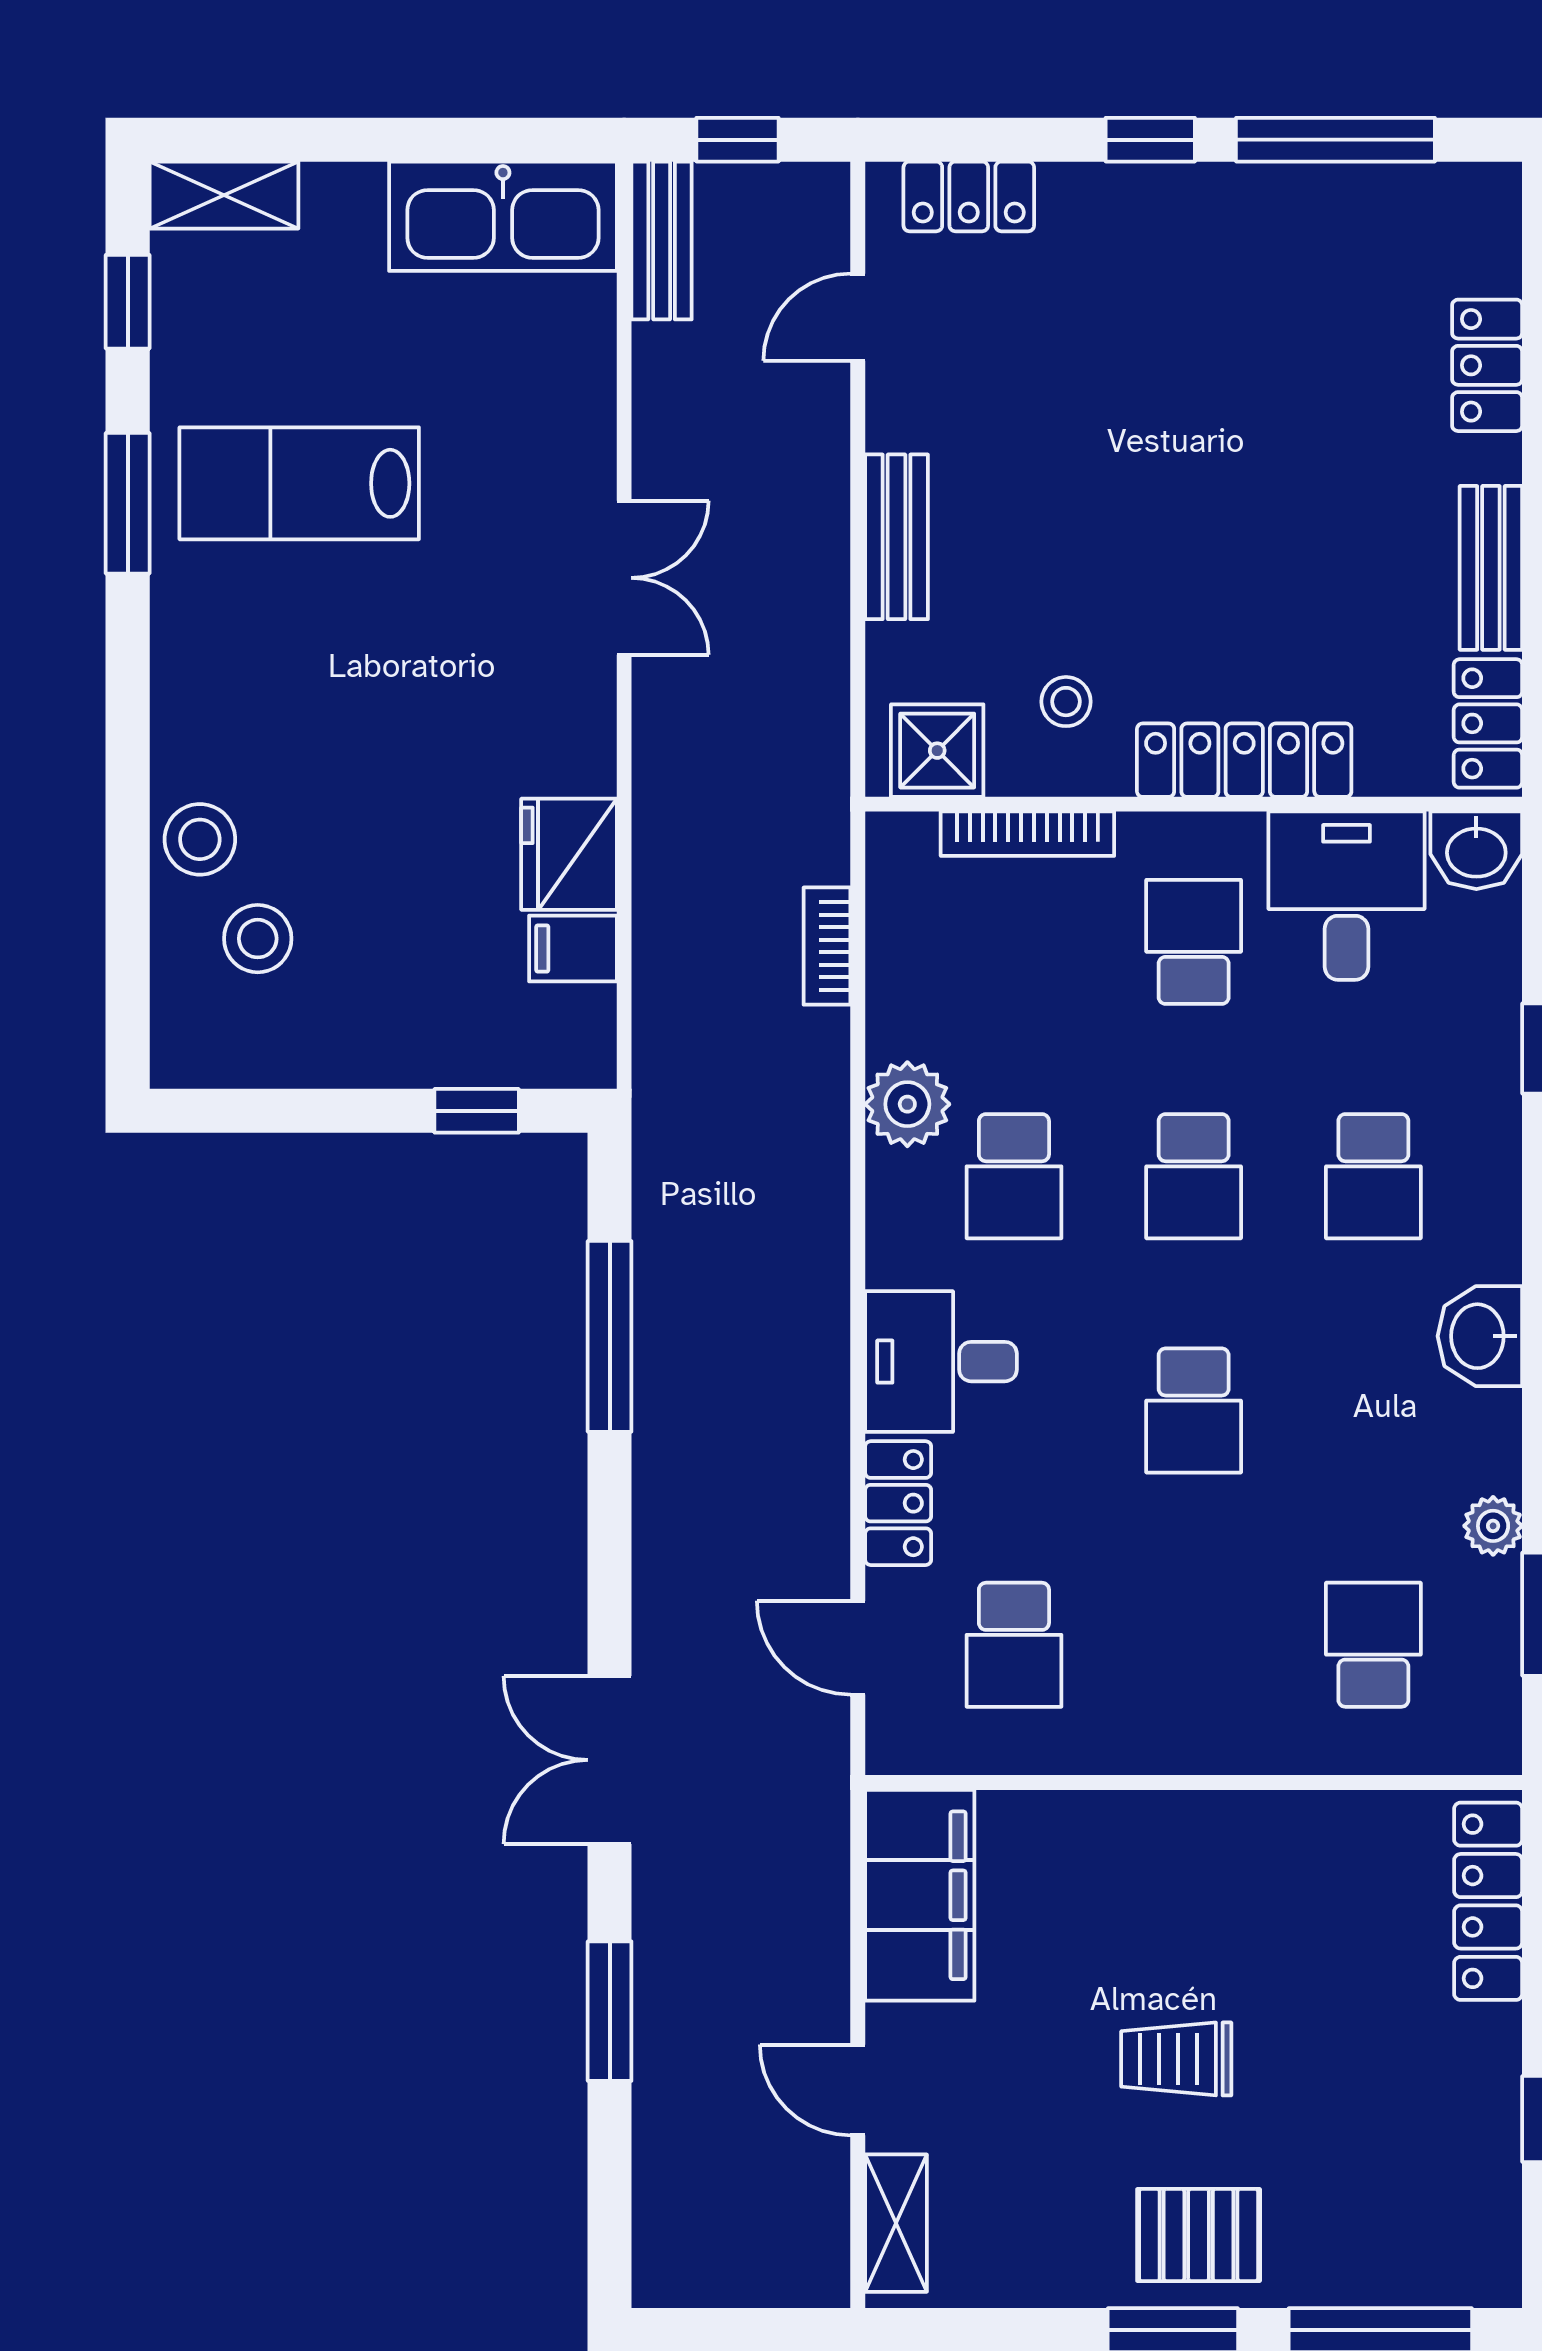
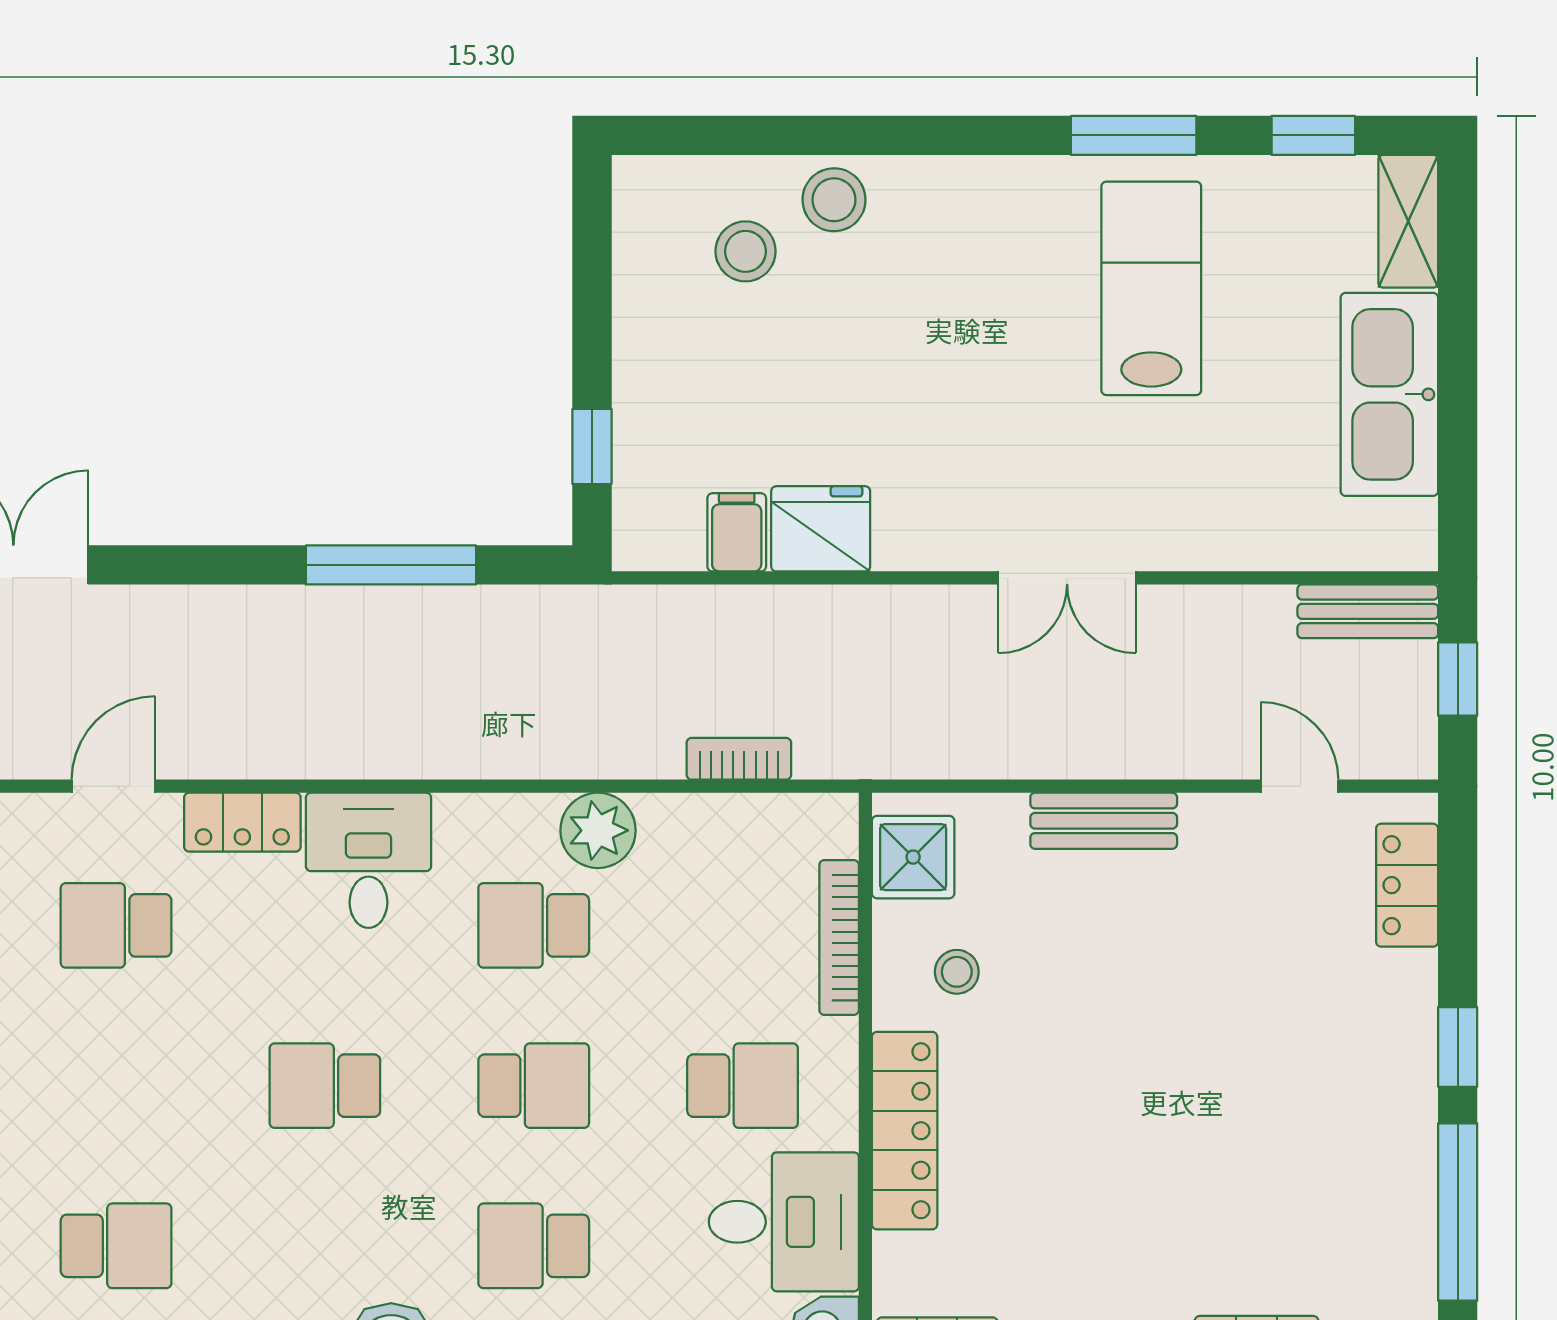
kitchen sink: (503, 216) -> (1389, 394), moved
school desk: (1194, 1176) -> (534, 1086), turned 180

